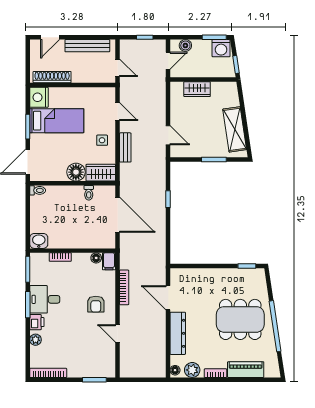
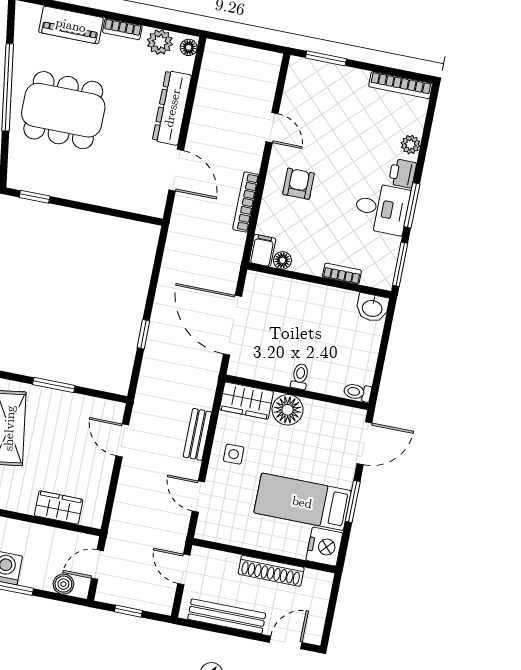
shoe rack: (52, 77) -> (271, 571), moved
toilet: (89, 193) -> (300, 376), moved

